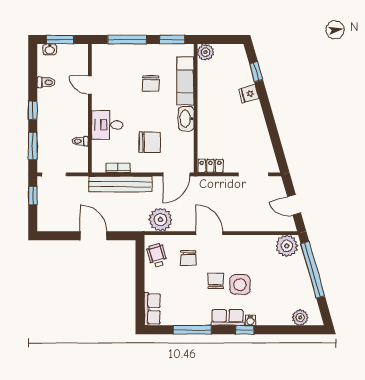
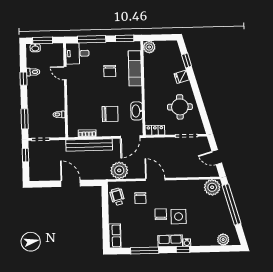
window: (33, 110) -> (24, 79), moved
washbasin: (186, 119) -> (137, 111), moved
desk: (107, 125) -> (77, 53), moved
round table: (245, 135) -> (180, 107), added

